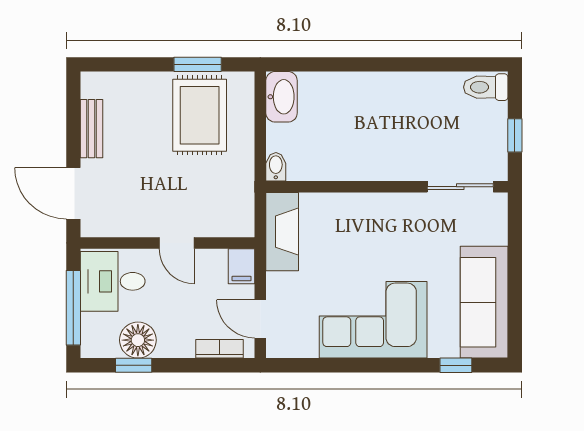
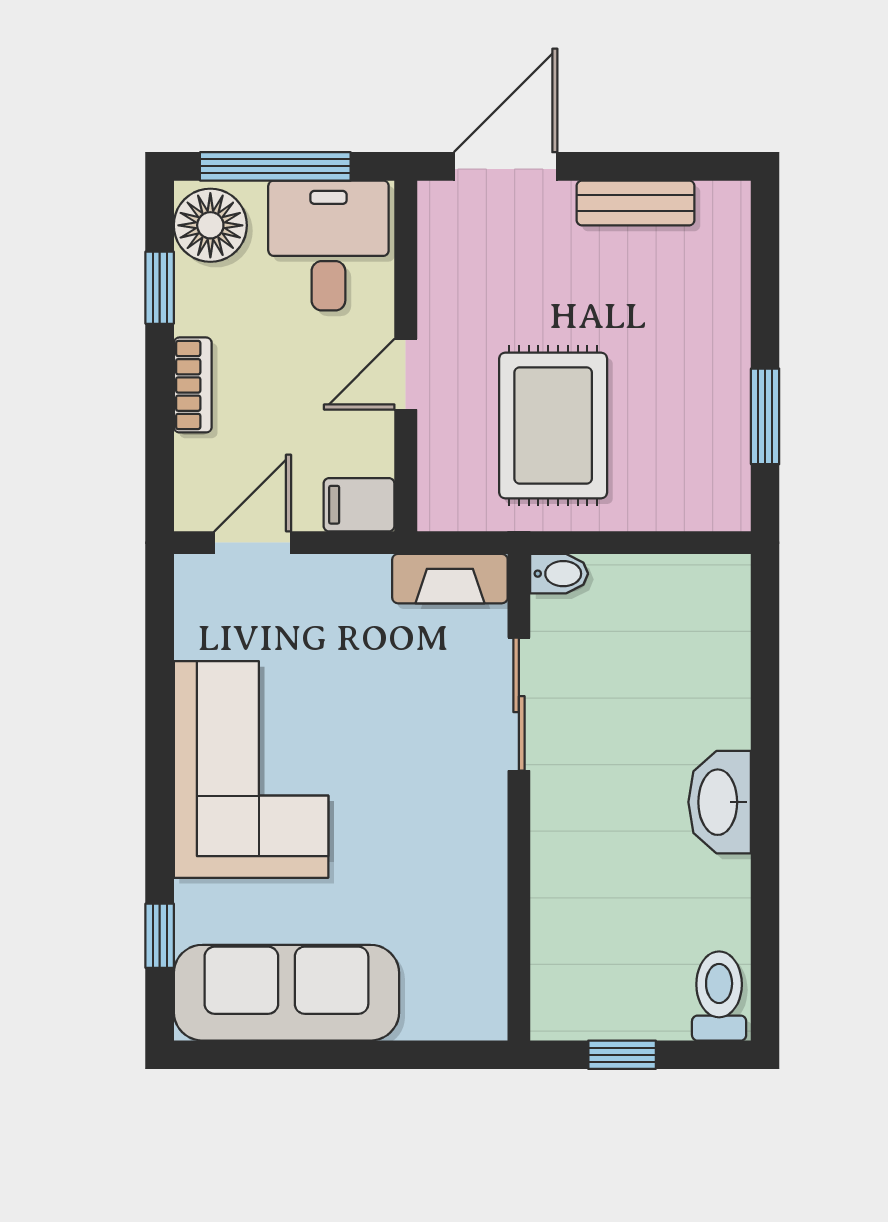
washbasin: (282, 97) -> (720, 802), moved, turned 90
rug: (200, 115) -> (553, 426), moved, turned 90
sliding door: (460, 187) -> (519, 704), moved
fireplace: (282, 232) -> (450, 579), width x0.73, depth x0.76
floor lamp: (138, 340) -> (210, 225), moved
bookcase: (220, 349) -> (193, 385), moved

